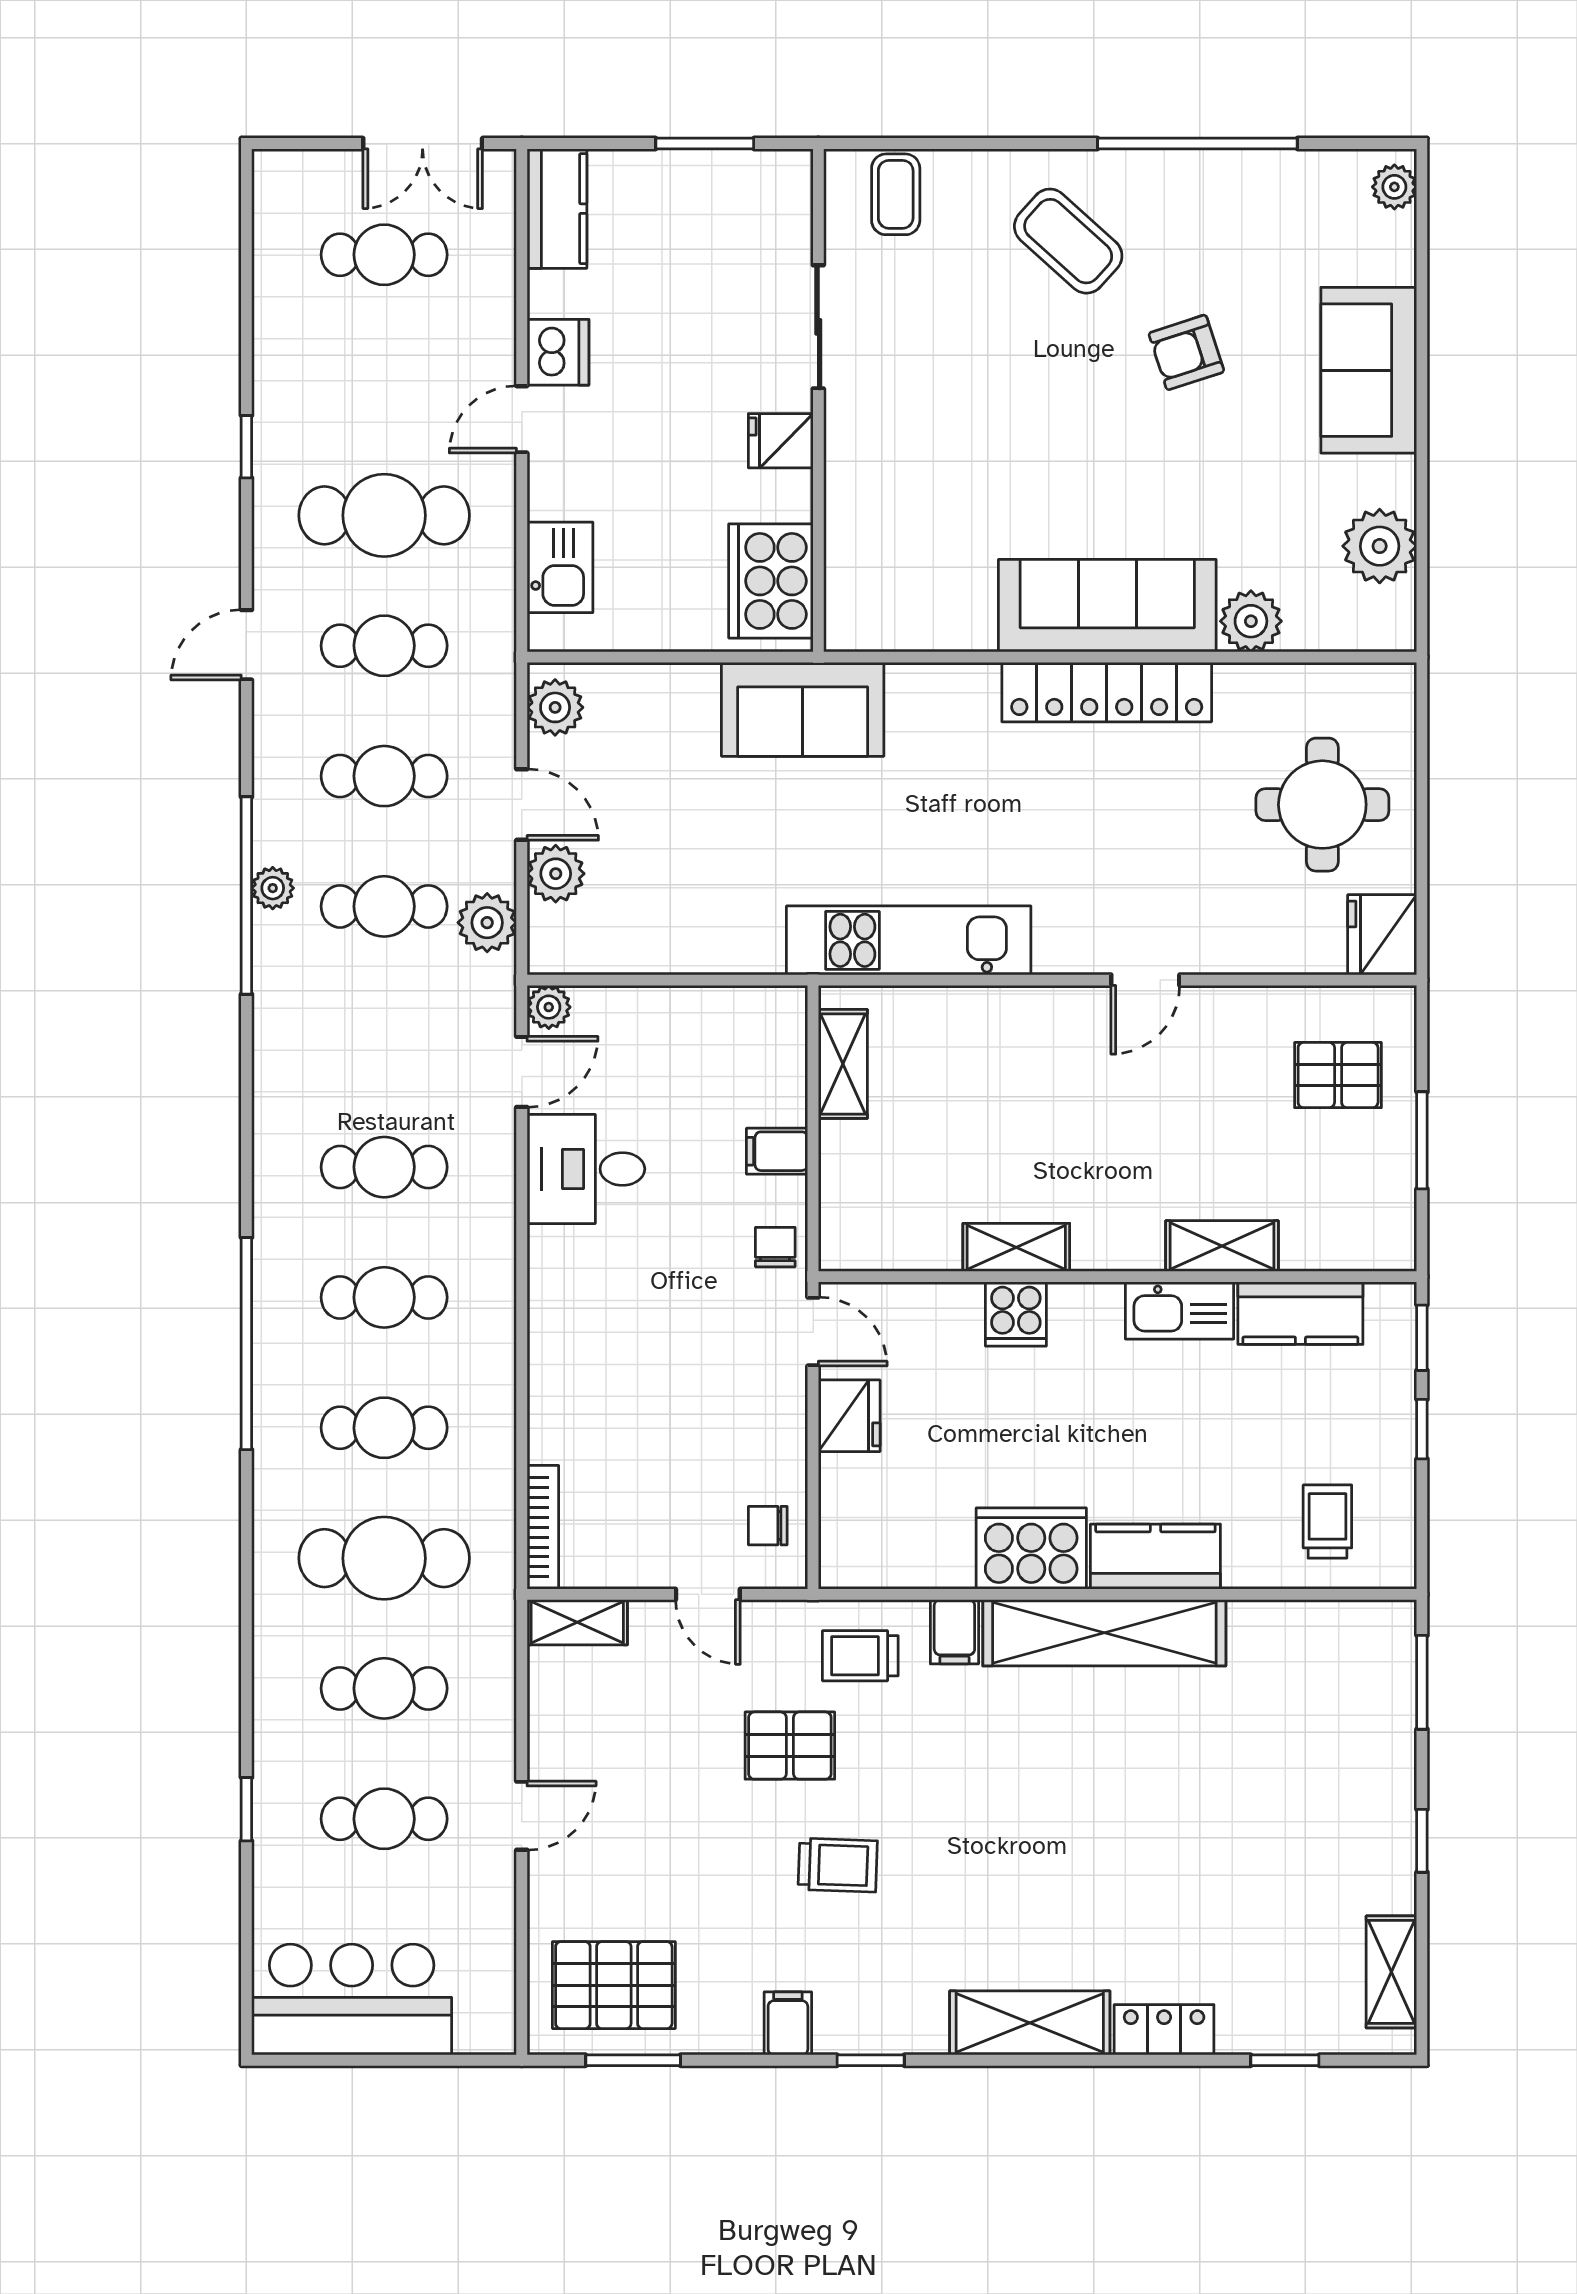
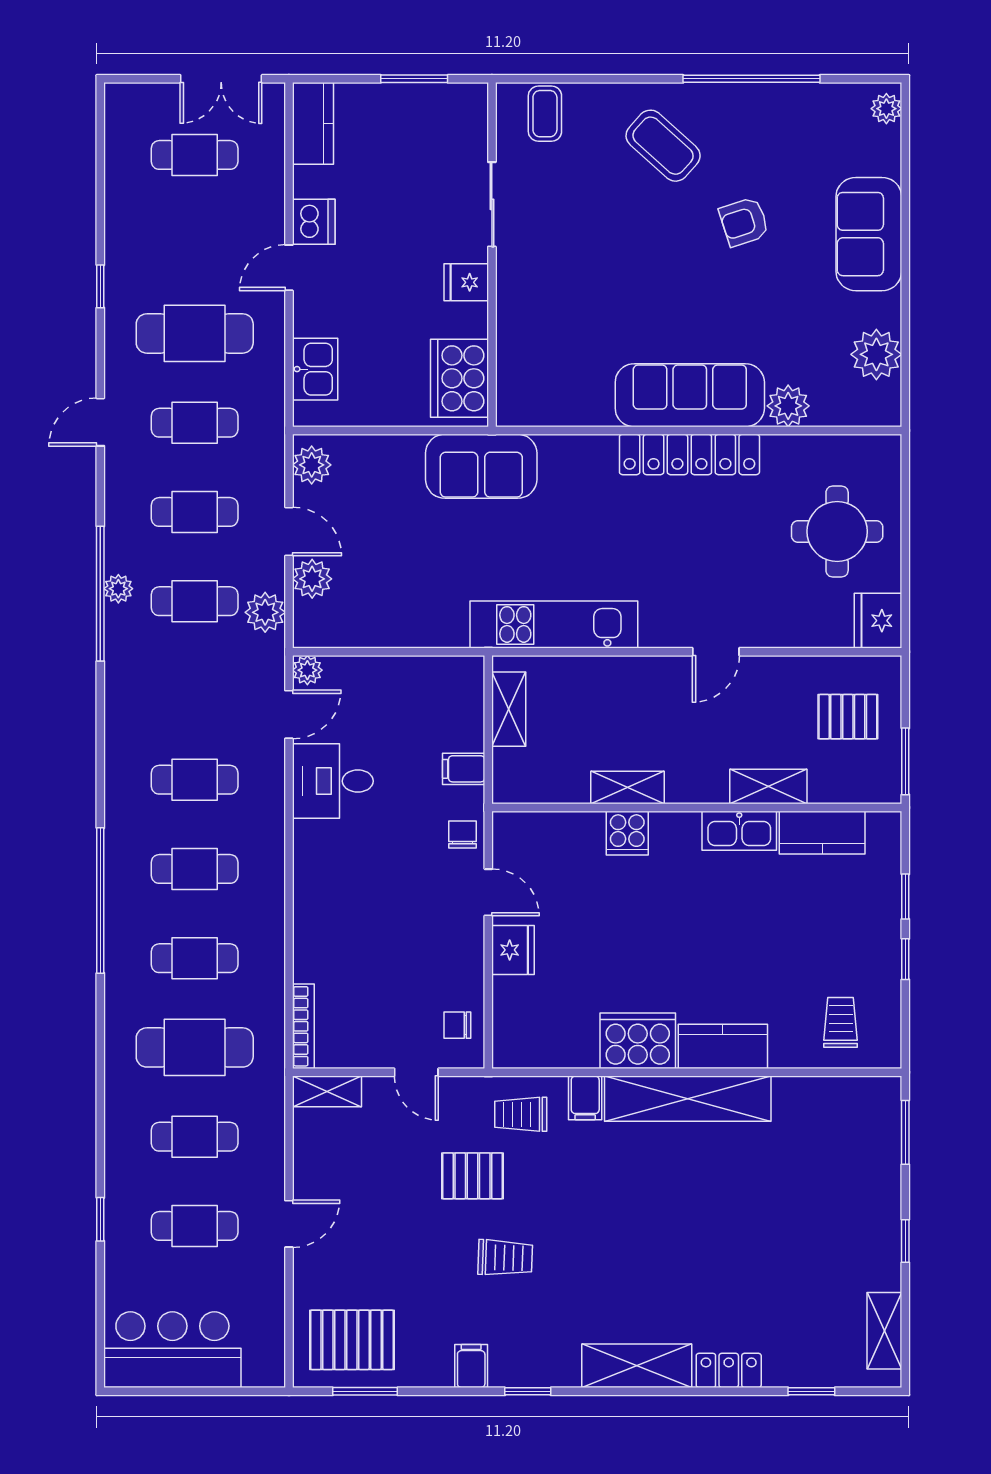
shelving: (1222, 1246) -> (768, 787), moved
shelving: (1016, 1247) -> (628, 788), moved
wall: (1117, 1277) -> (697, 808), moved
kitchen sink: (1179, 1311) -> (739, 831), moved
kitchen counter: (1300, 1313) -> (822, 833), moved
cooker: (1016, 1314) -> (627, 833), moved

